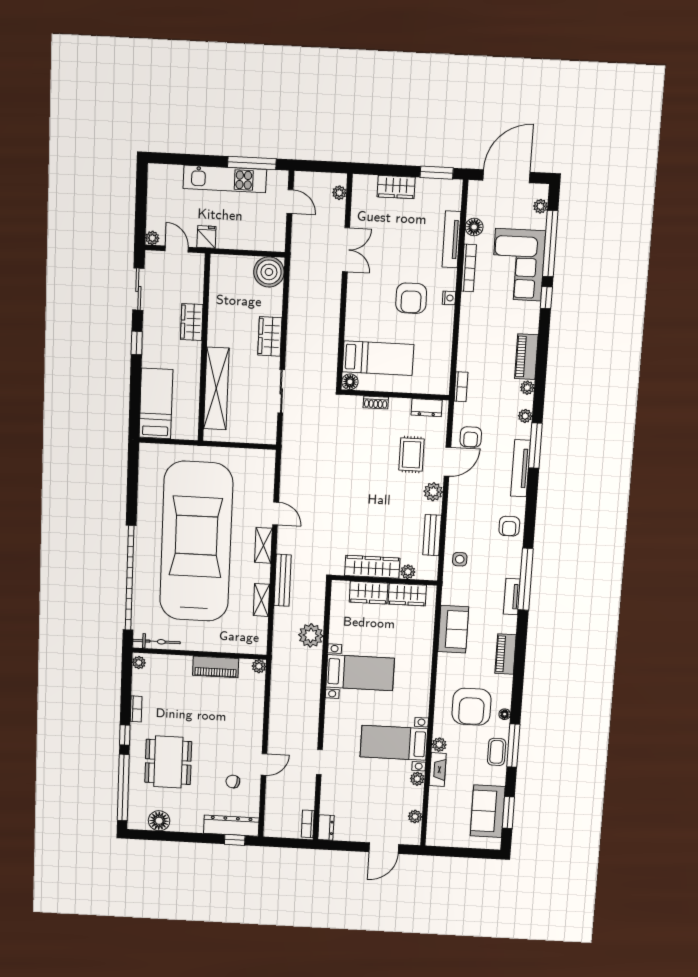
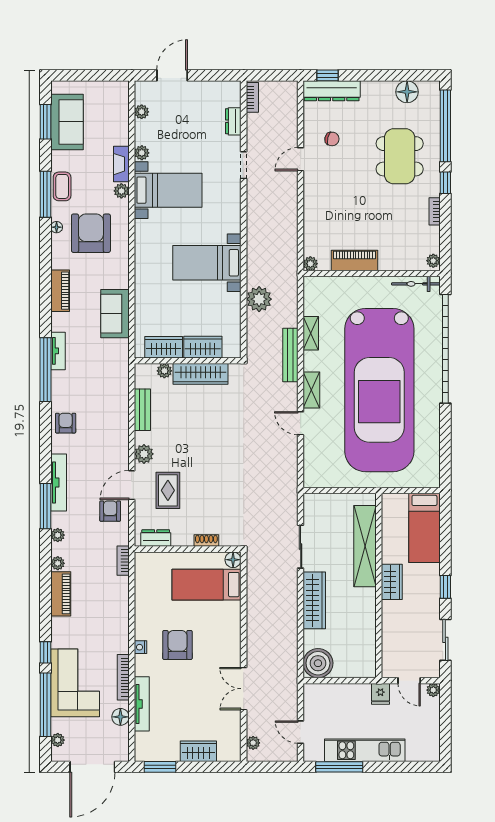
wardrobe: (192, 322) -> (392, 582), moved
wardrobe: (270, 336) -> (314, 600), width x1.50
side table: (460, 559) -> (113, 387), removed
dresser: (326, 828) -> (233, 121), moved

